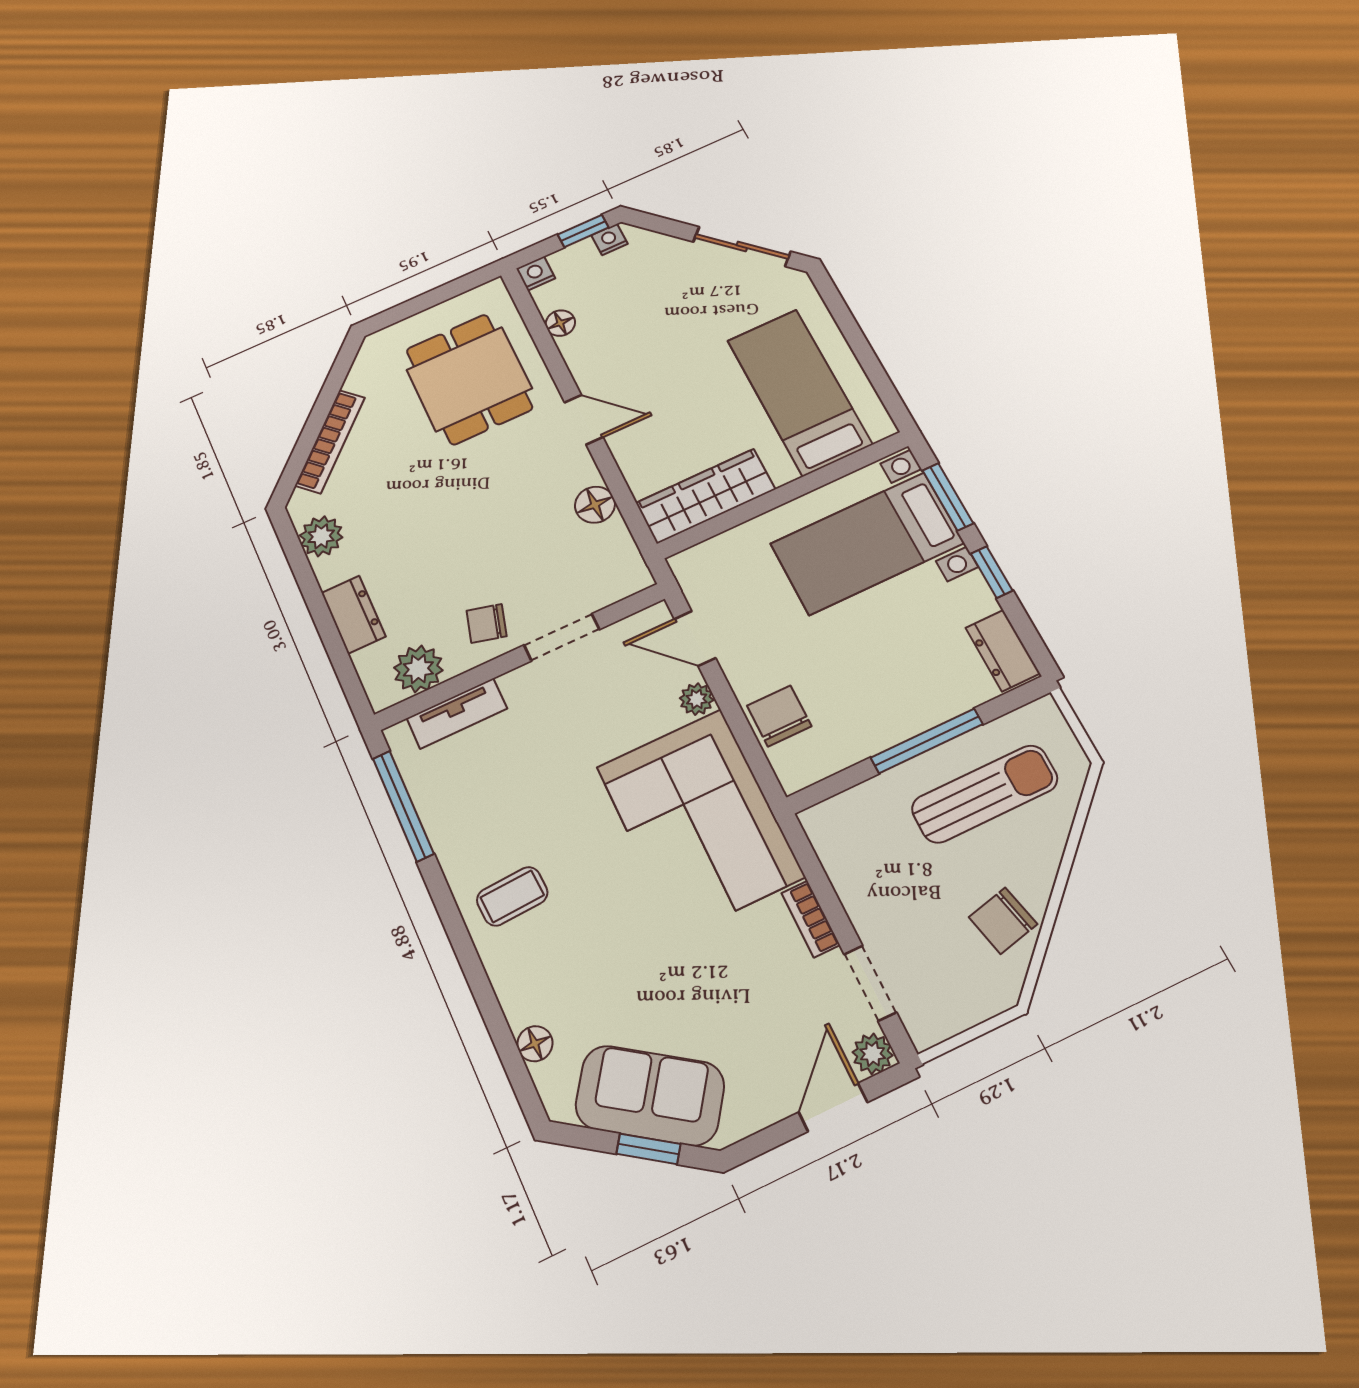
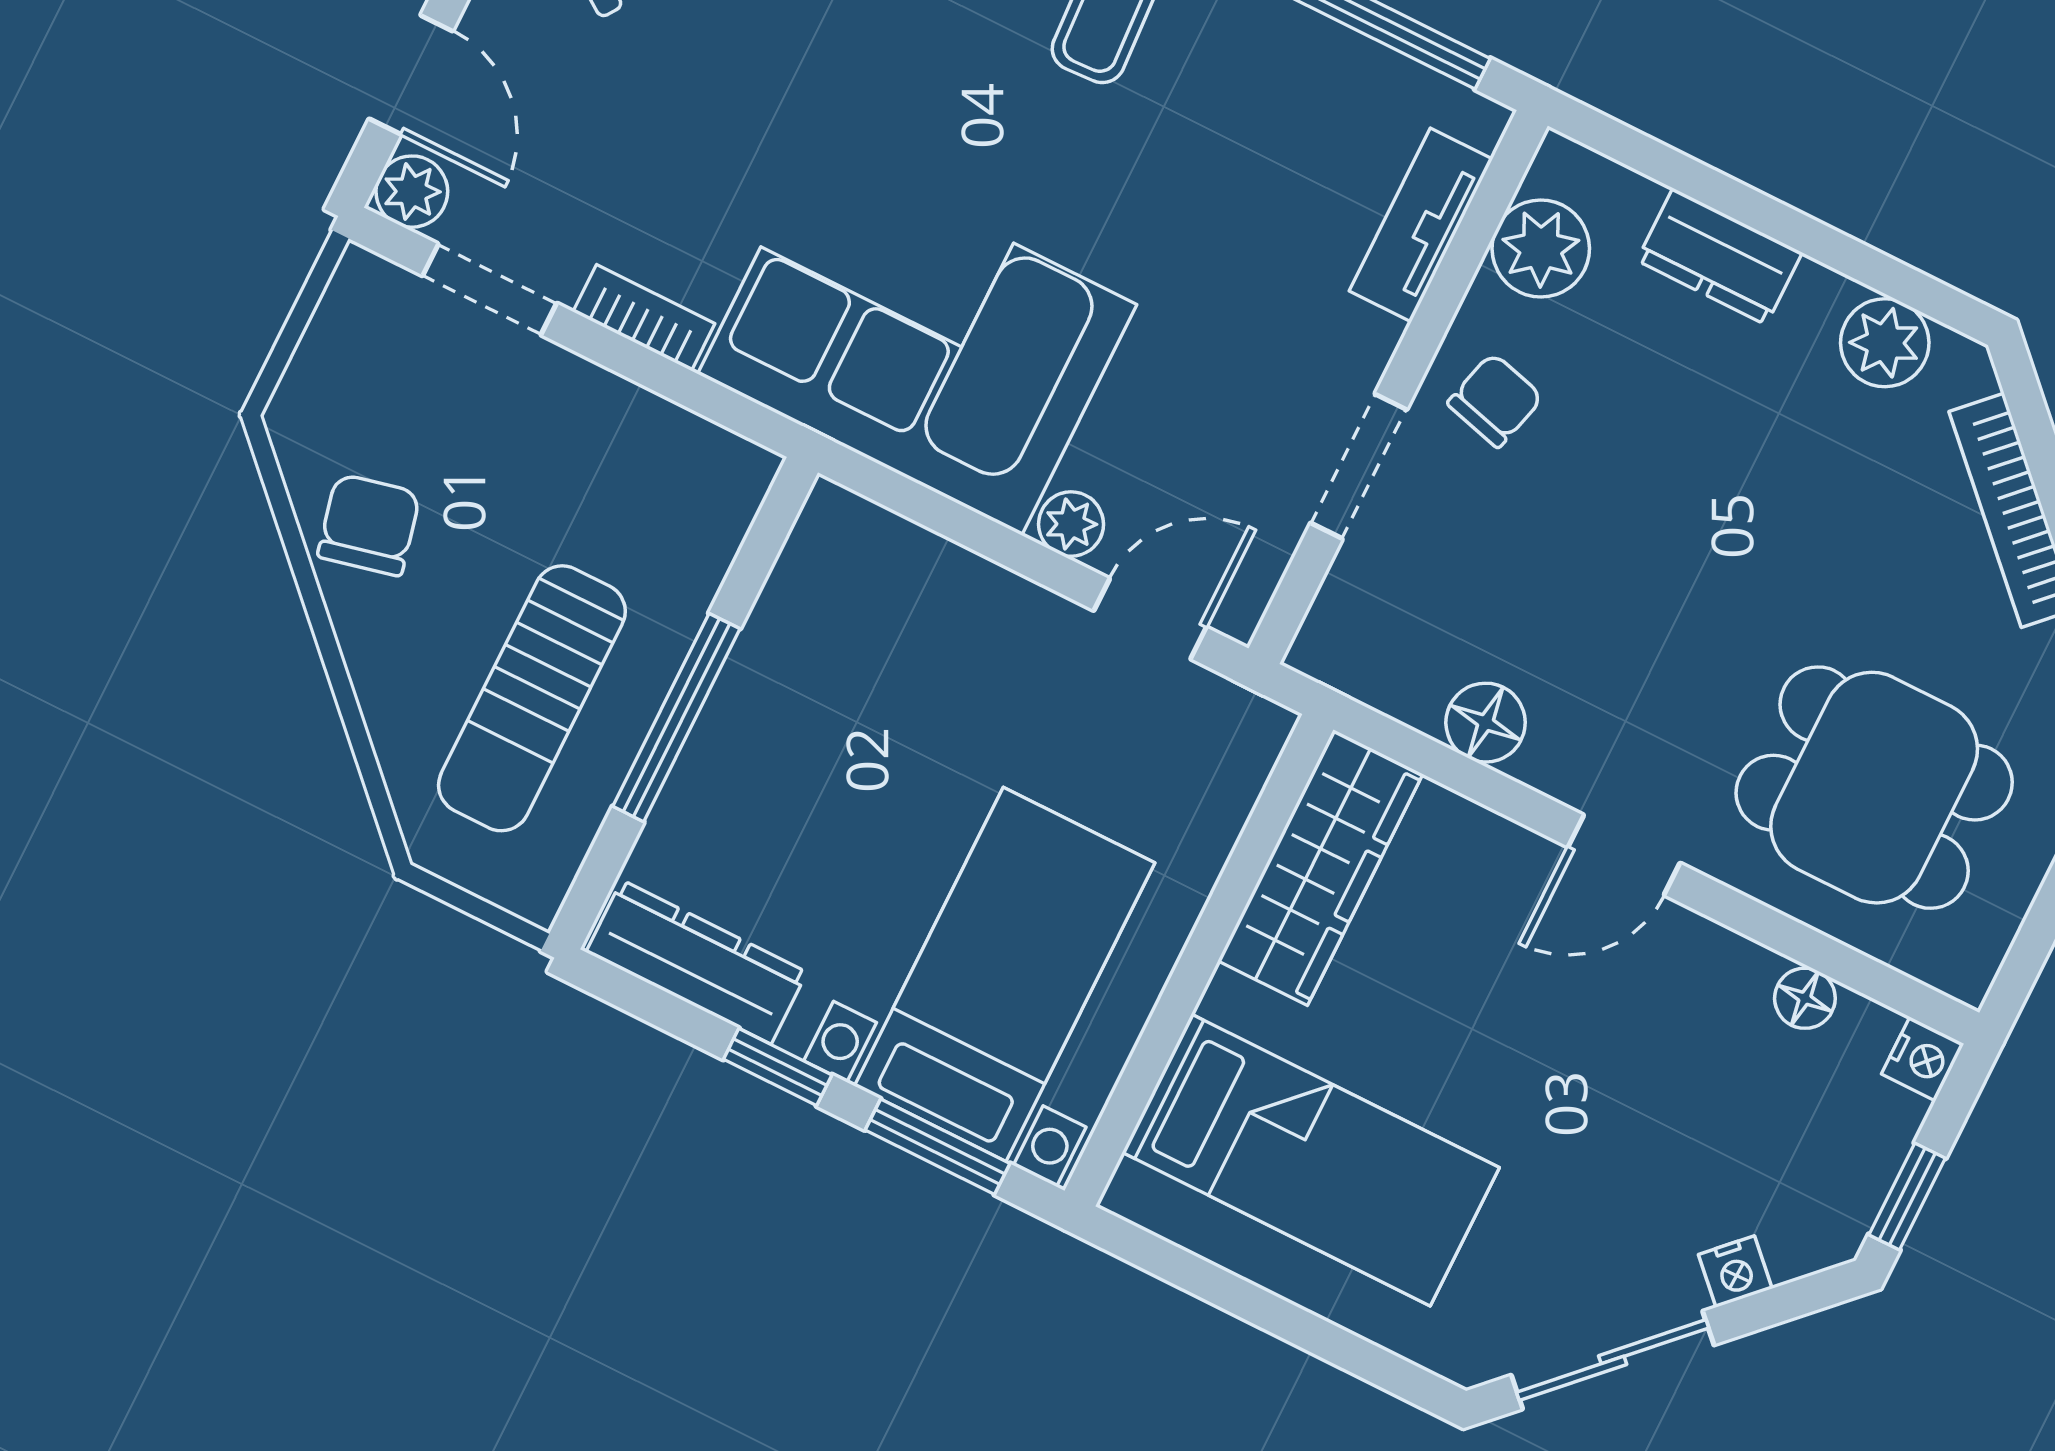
nightstand: (609, 239) -> (1735, 1271), moved, turned 45
dresser: (1003, 651) -> (696, 962), width x1.44
chair: (779, 716) -> (926, 591), removed

